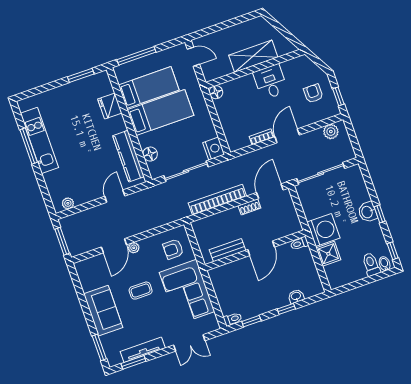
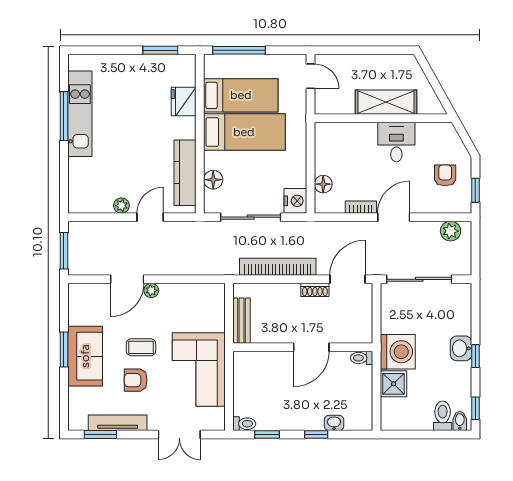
floor lamp: (216, 92) -> (323, 184), moved
plant: (68, 203) -> (121, 206), moved
armchair: (173, 249) -> (136, 380), moved
bench: (228, 250) -> (242, 321), moved, turned 90
window: (99, 347) -> (64, 349), moved

